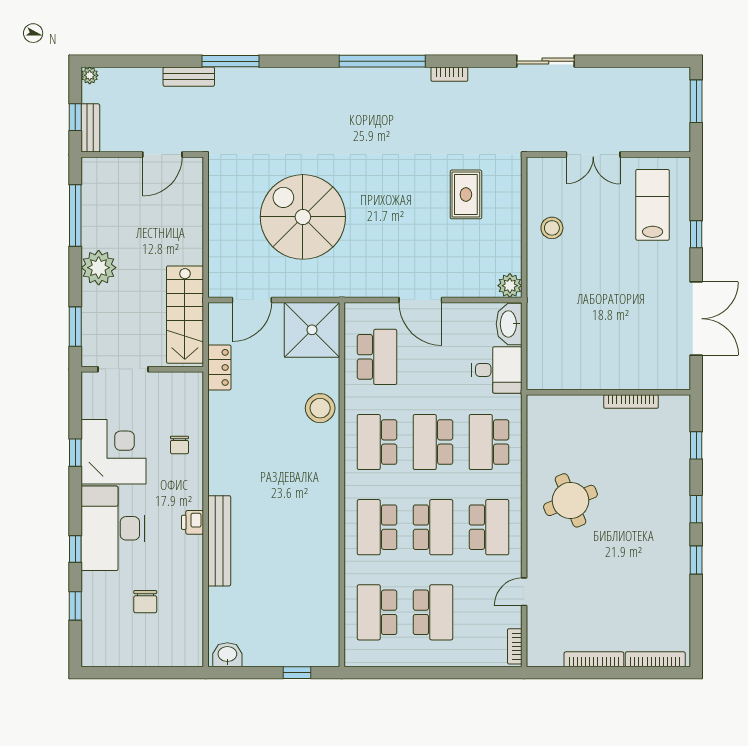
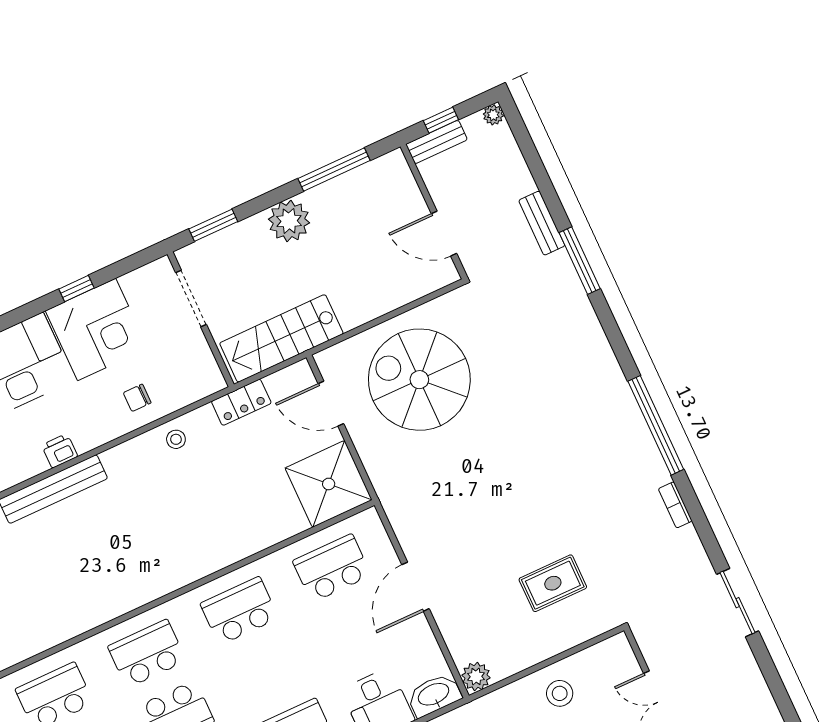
spiral stairs: (303, 217) -> (419, 380), moved, turned -90
school desk: (377, 357) -> (332, 568), turned 180
stool: (320, 408) -> (176, 439), moved, width x0.53, depth x0.53
school desk: (433, 442) -> (267, 672), removed

